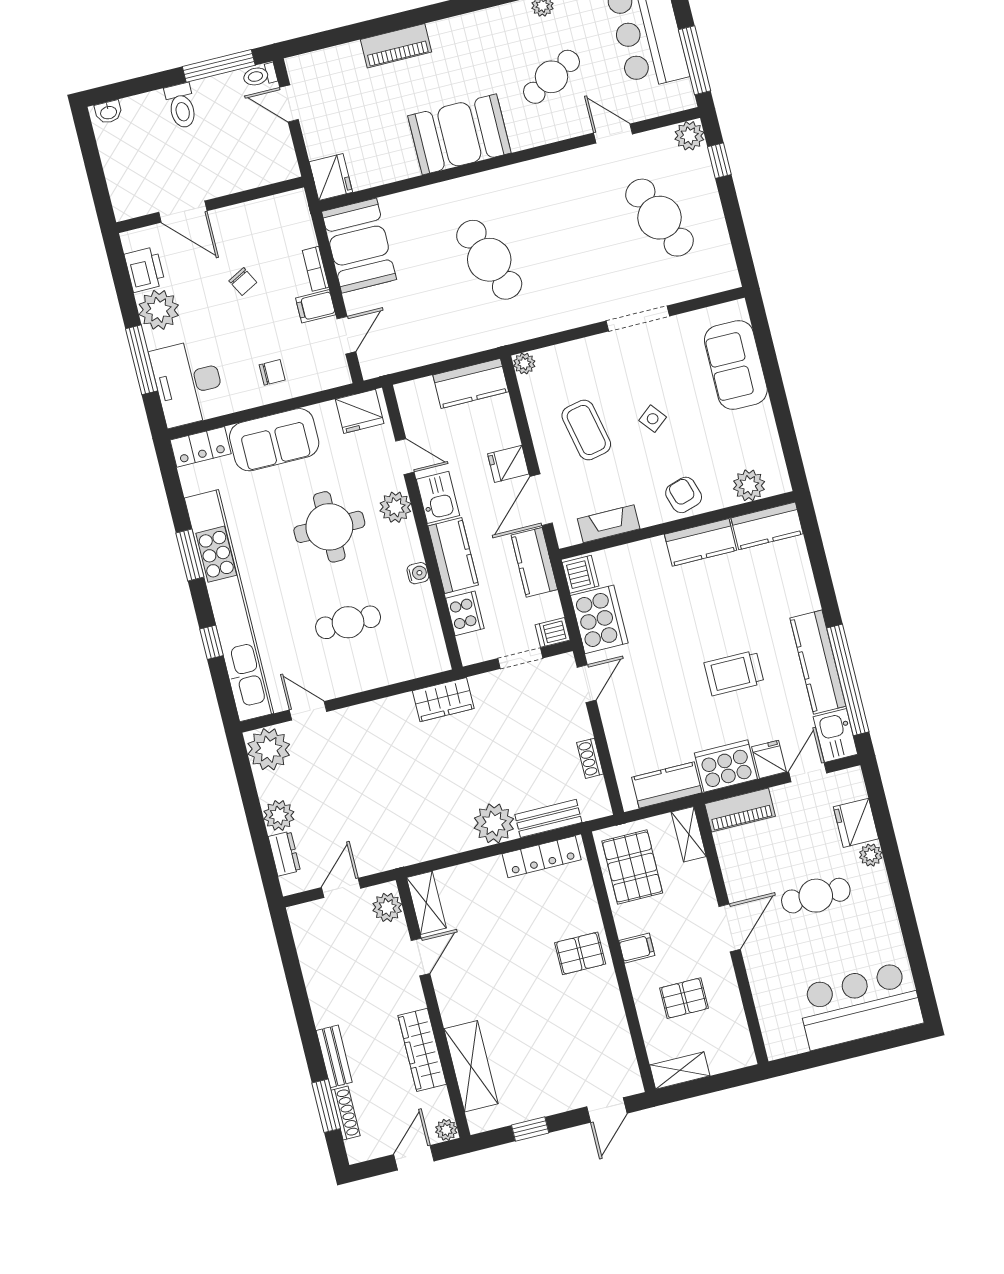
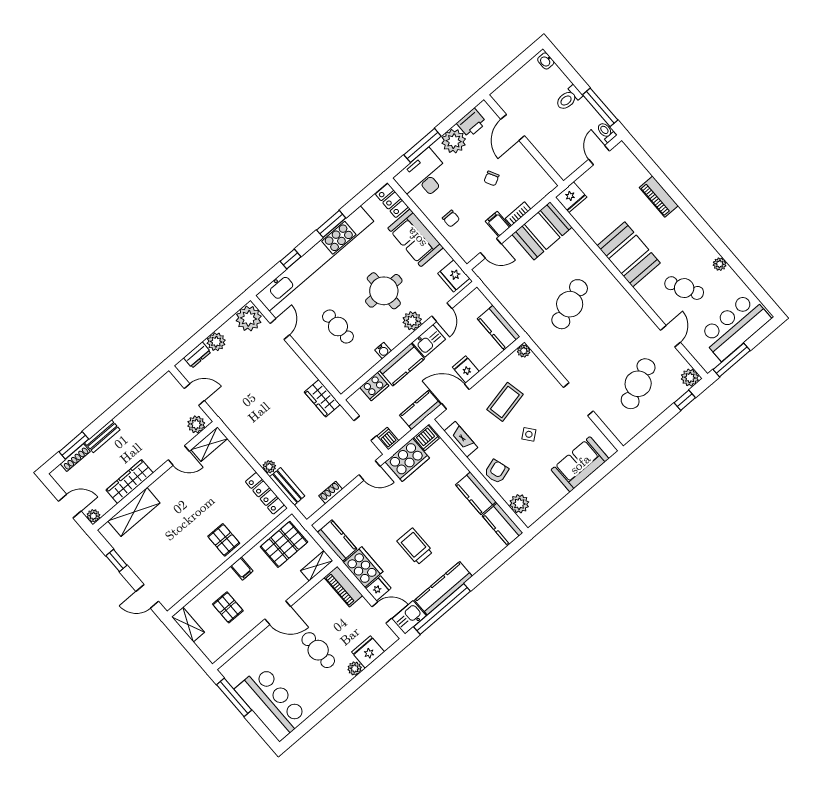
plant: (494, 823) -> (269, 467), width x0.53, depth x0.53
window: (823, 1057) -> (234, 697), added

